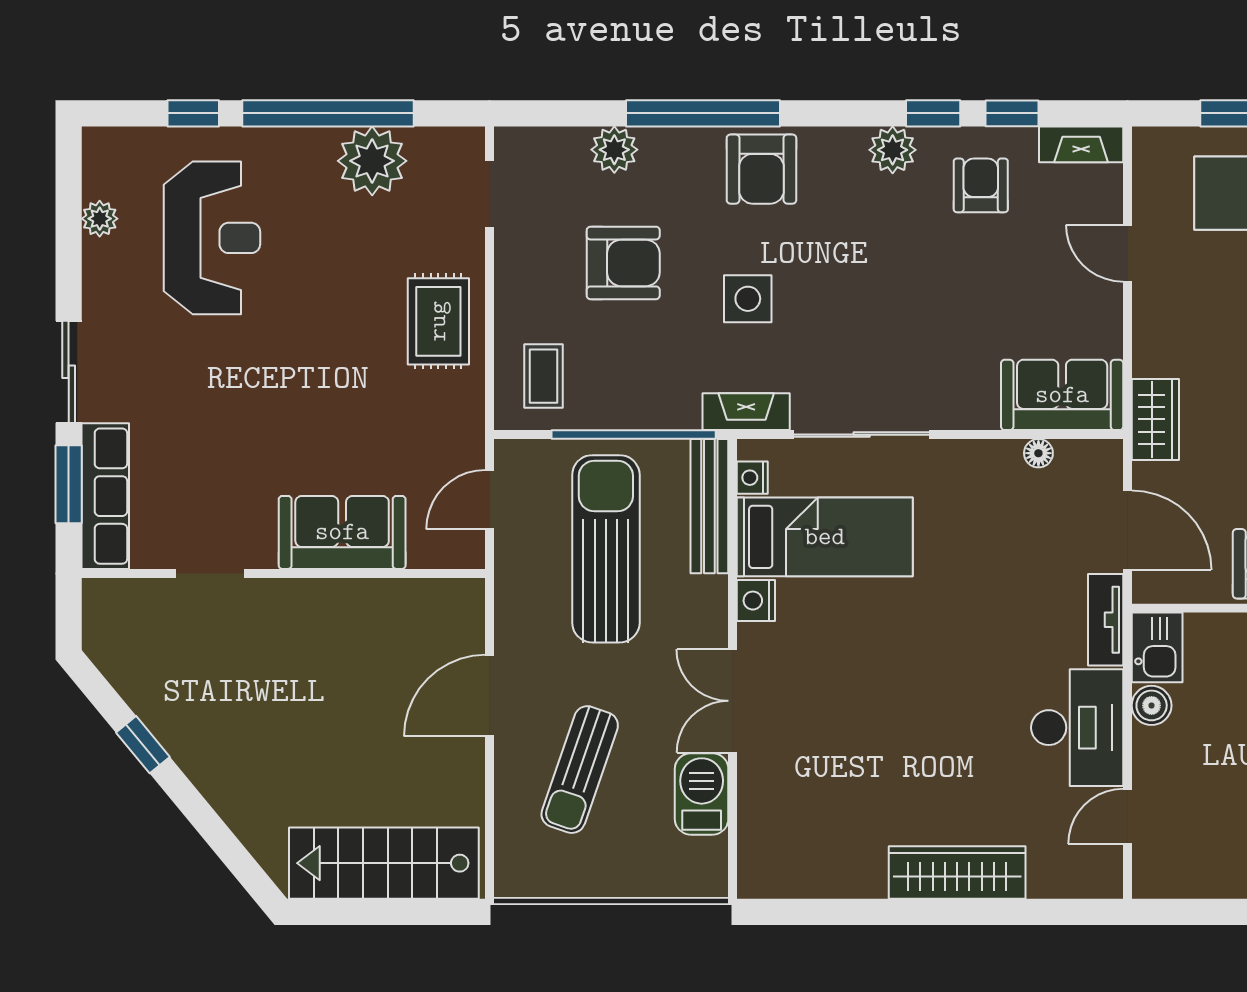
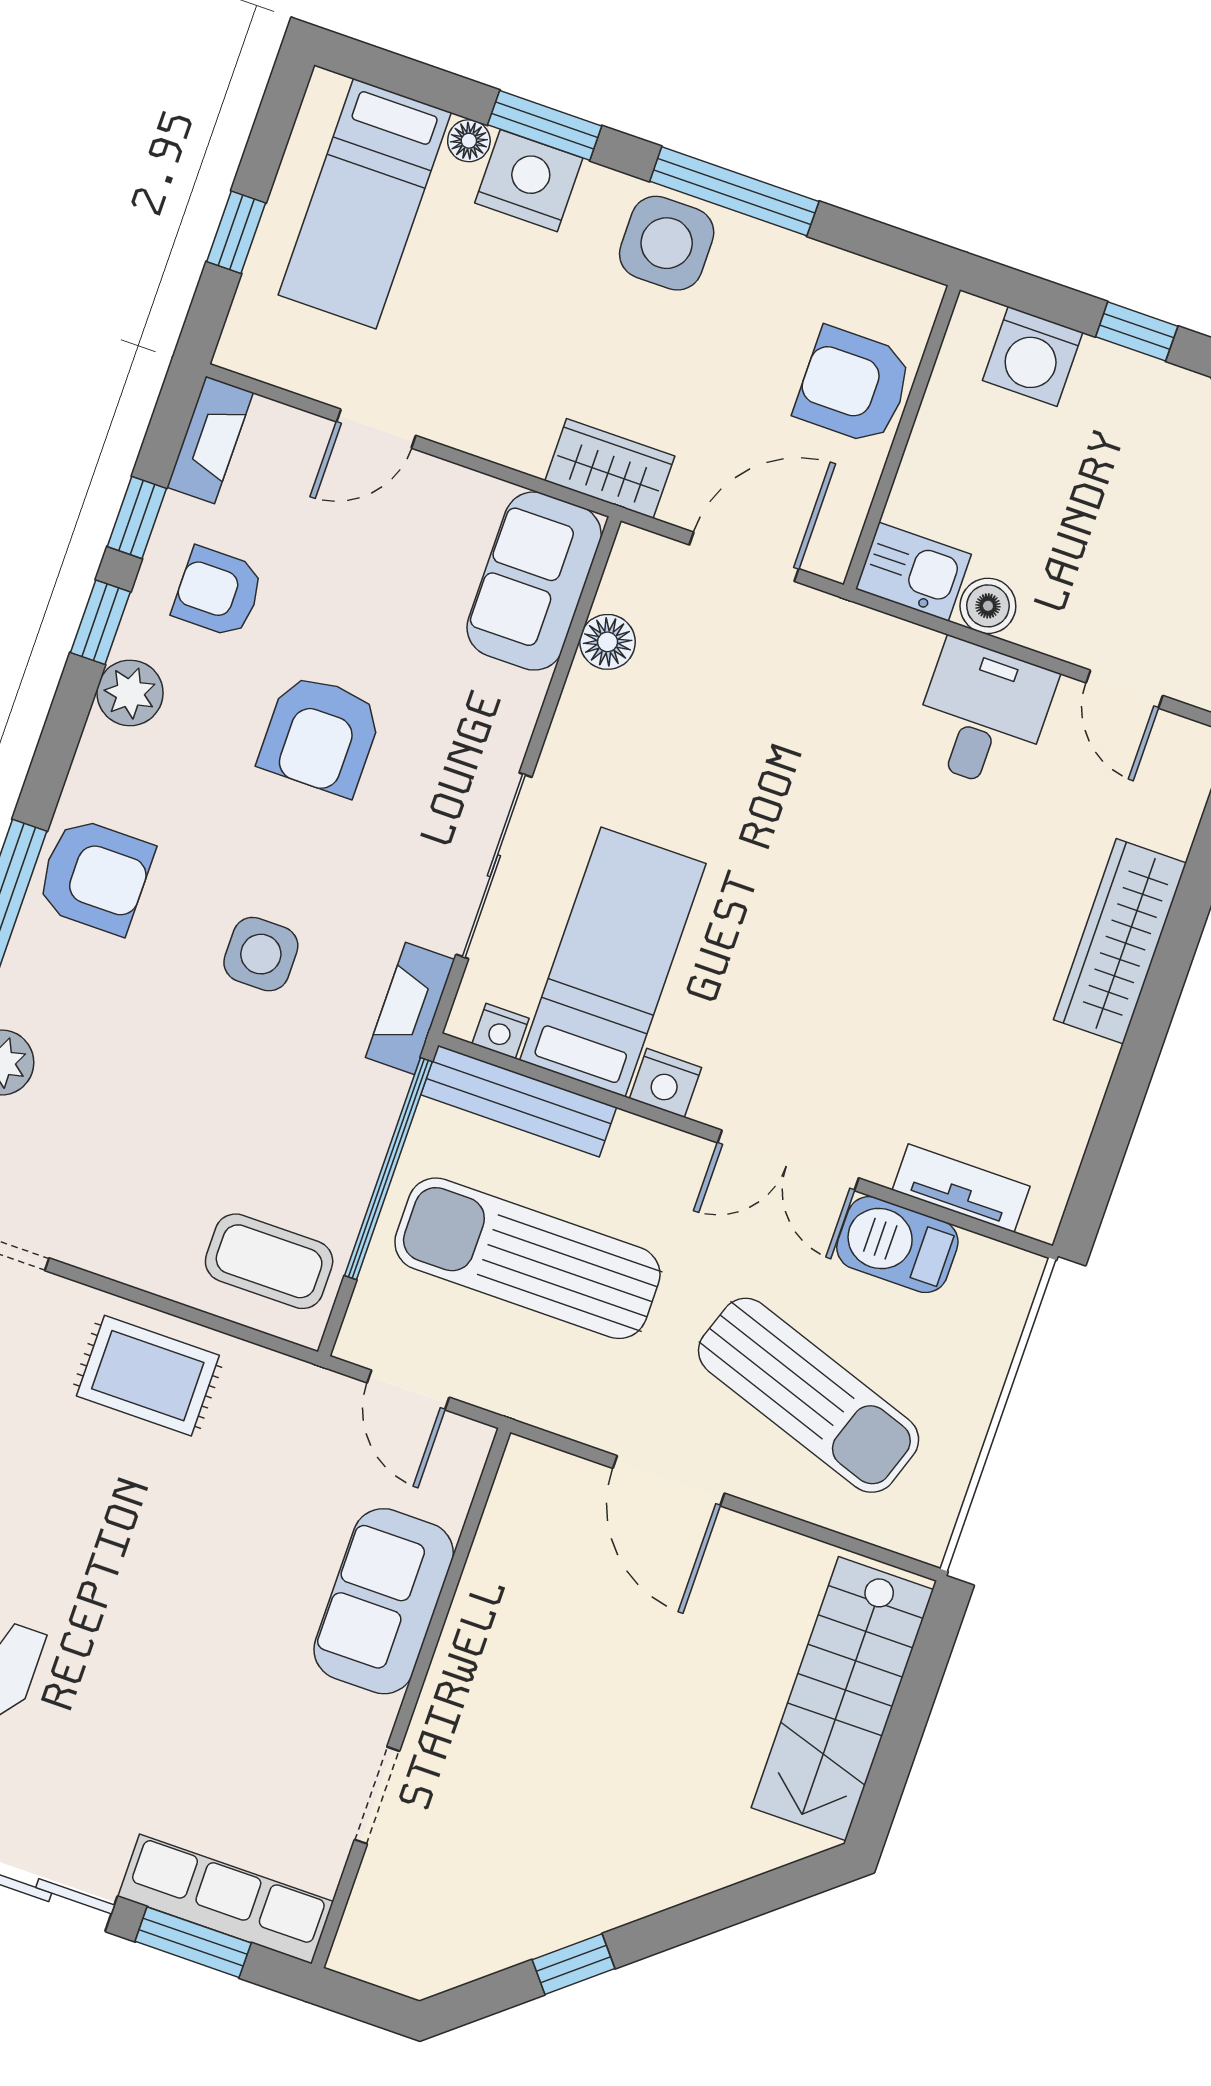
armchair: (623, 263) -> (320, 735), moved, turned 180
coffee table: (543, 376) -> (269, 1261), width x1.36, depth x1.30
floor lamp: (1038, 453) -> (608, 642), width x1.37, depth x1.37
tv unit: (1106, 620) -> (961, 1188), moved, turned 180
desk: (1077, 728) -> (983, 715), width x0.73
sun lounger: (580, 770) -> (809, 1395), width x1.36, depth x1.34

